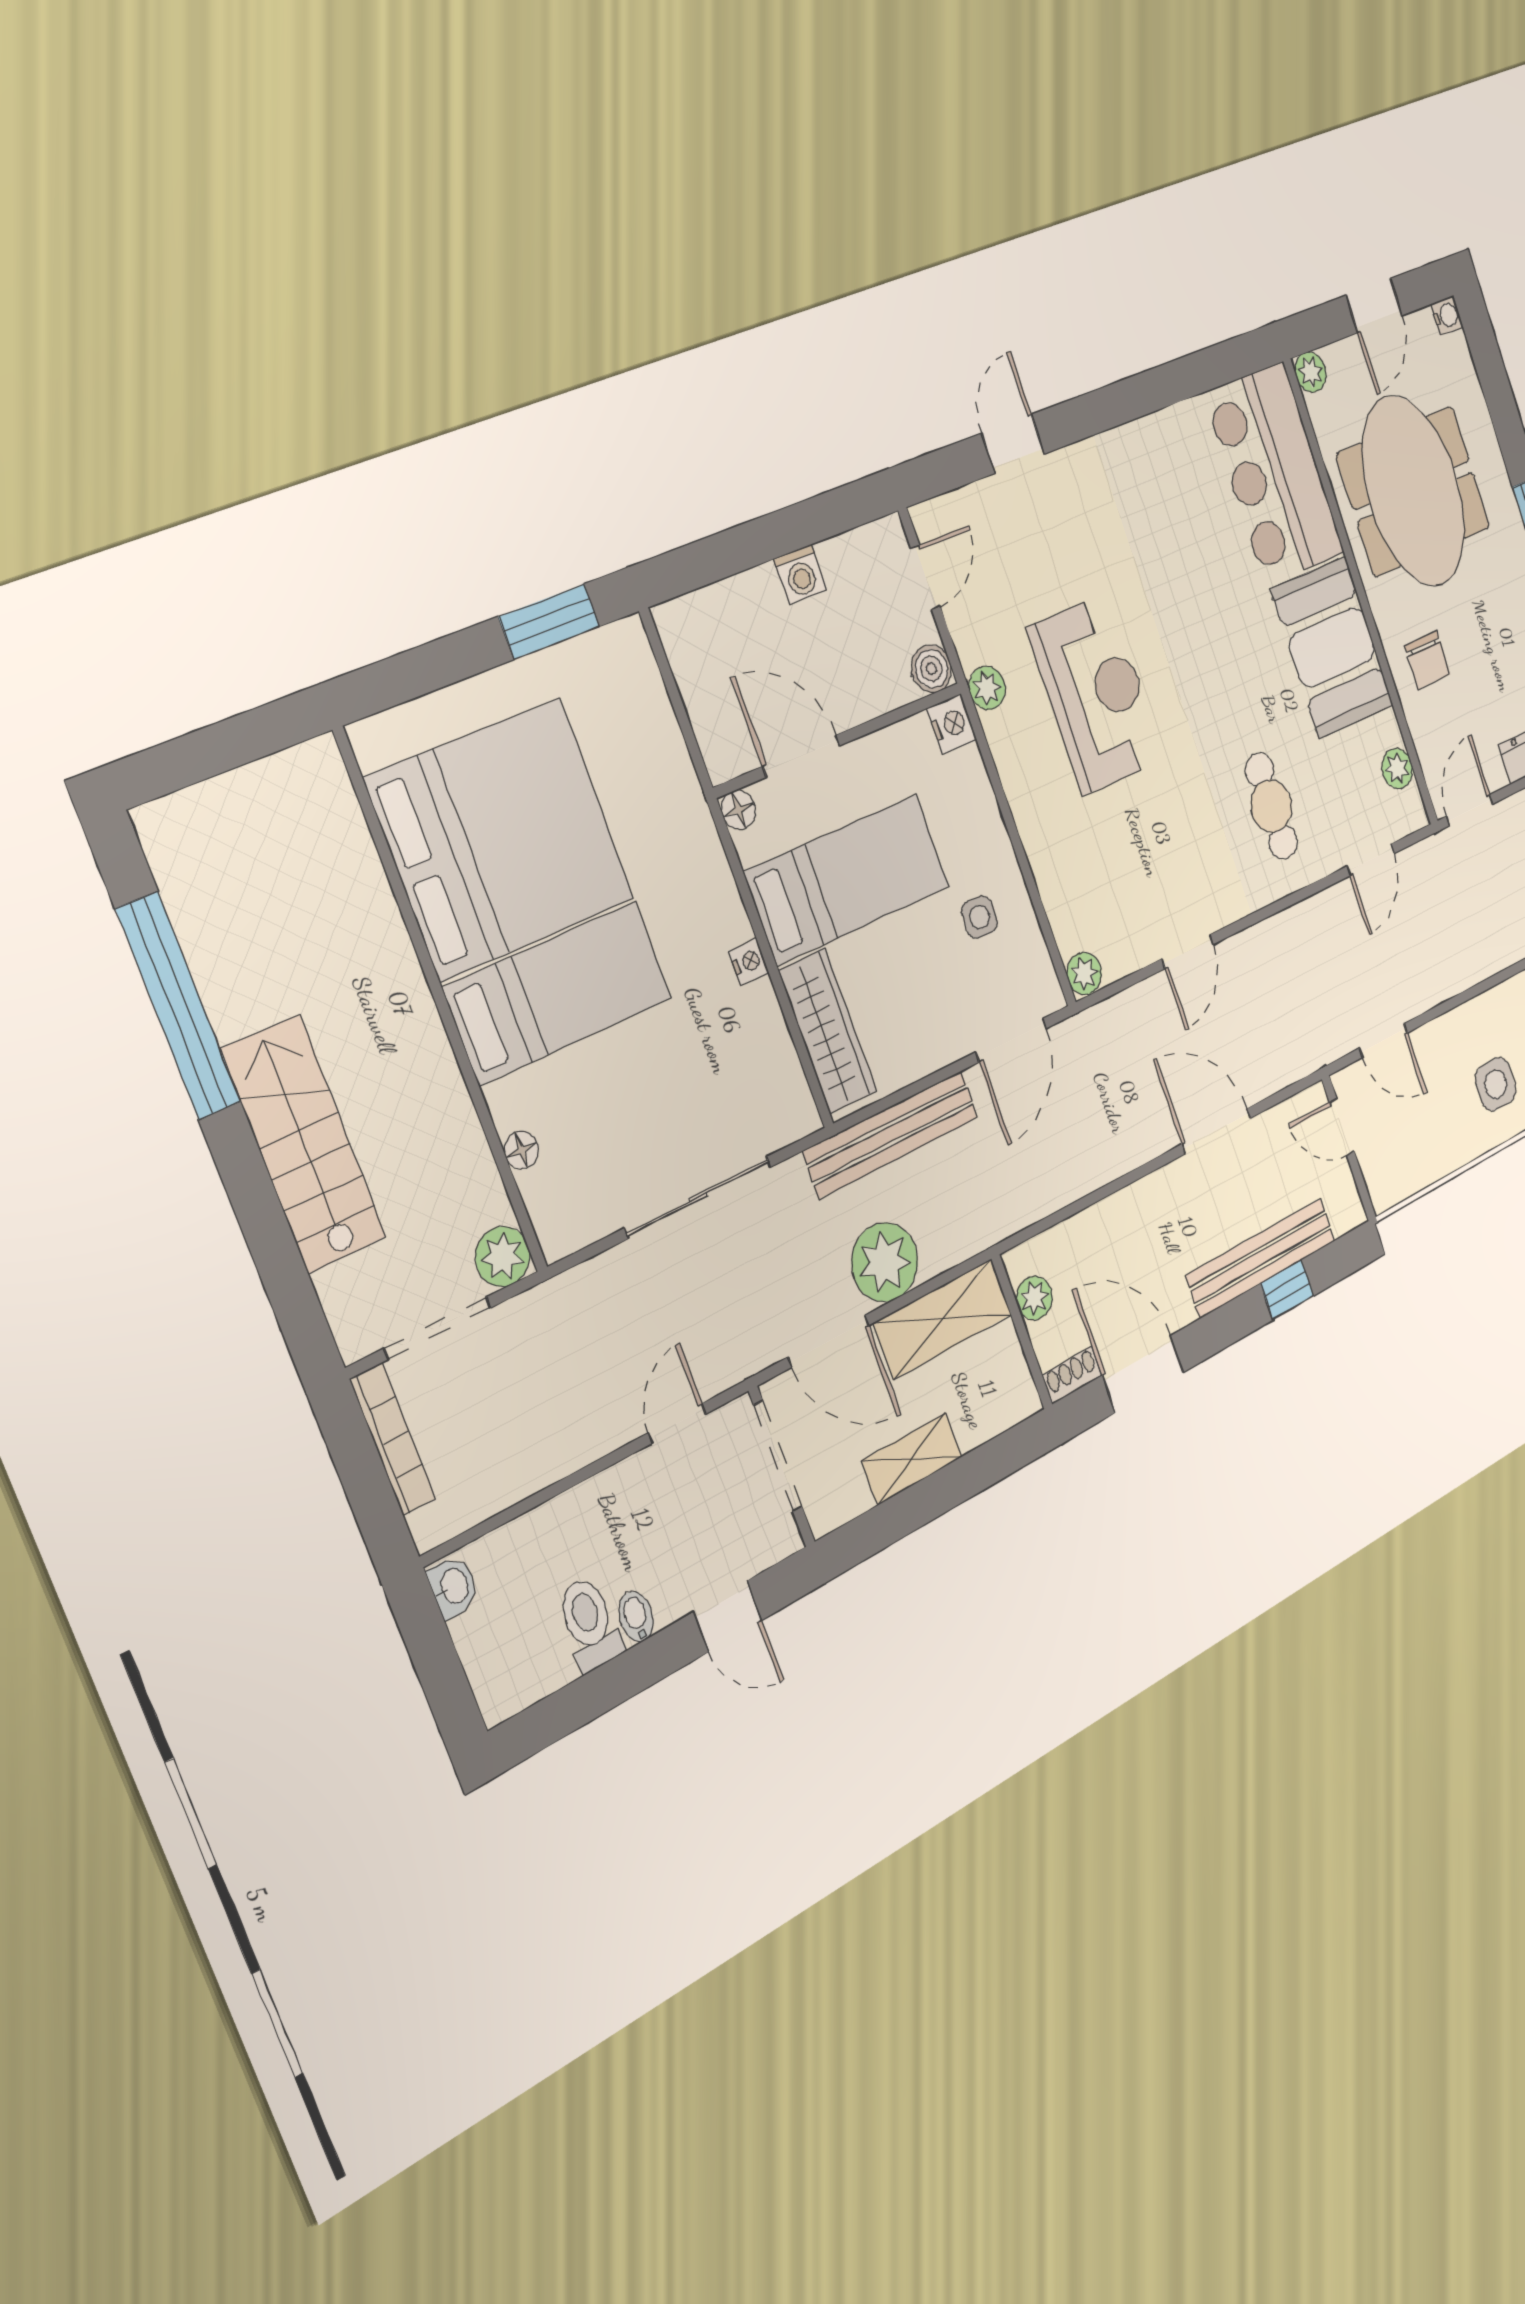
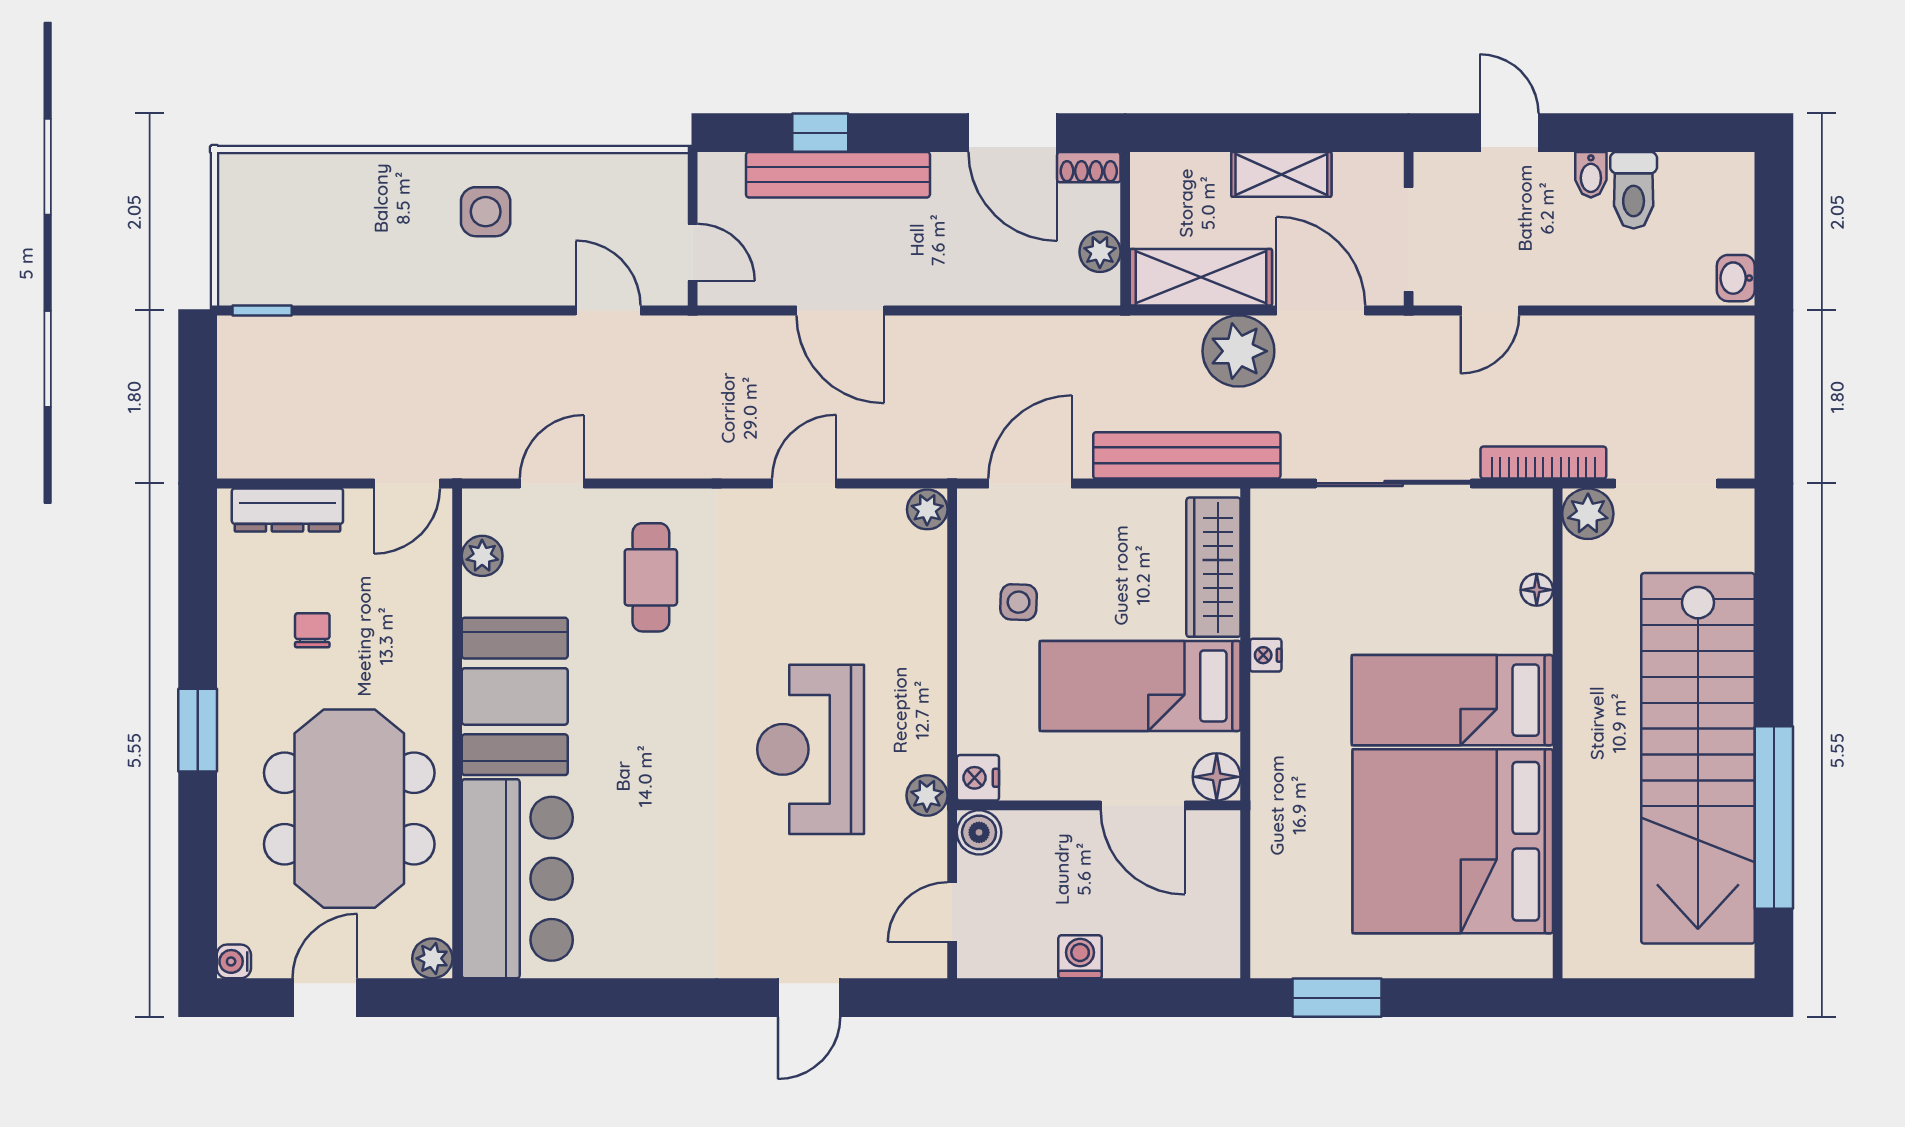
chair: (1428, 660) -> (312, 630), moved, width x0.73, depth x0.73
floor lamp: (739, 810) -> (1217, 777), width x1.37, depth x1.37
stairs: (304, 1144) -> (1698, 758), width x1.86, depth x1.51
bookcase: (393, 1439) -> (1543, 463), moved, turned 90

